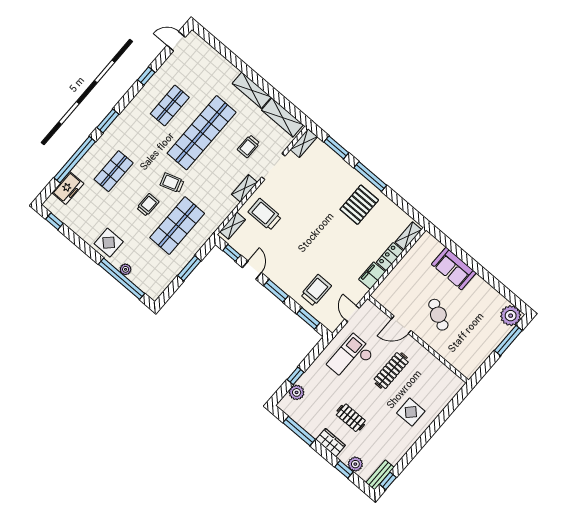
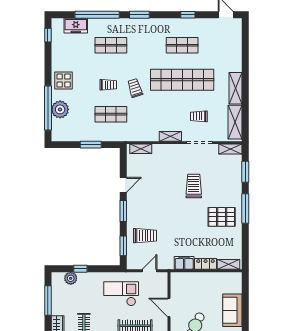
trolley: (265, 214) -> (194, 186), moved
shop shelf: (177, 226) -> (111, 114), width x0.70, depth x0.74
window: (232, 253) -> (123, 163), removed
plant: (126, 269) -> (60, 109), width x1.88, depth x1.88

